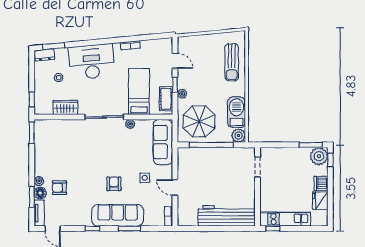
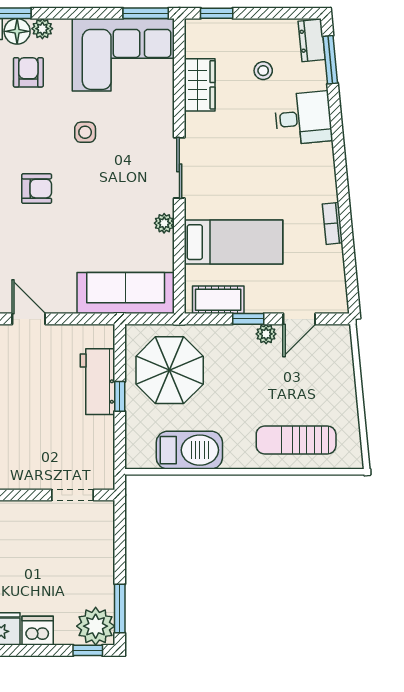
desk: (92, 62) -> (303, 118), width x0.53, depth x0.77
plant: (182, 94) -> (266, 334), moved
sliding door: (104, 117) -> (179, 168), width x0.73
plant: (238, 136) -> (140, 454), removed
corner sofa: (51, 143) -> (123, 55), added
window: (211, 145) -> (120, 396), width x0.32
workbench: (204, 155) -> (97, 382), added
side table: (145, 178) -> (85, 132), moved
door: (175, 188) -> (29, 319), hinge flipped

